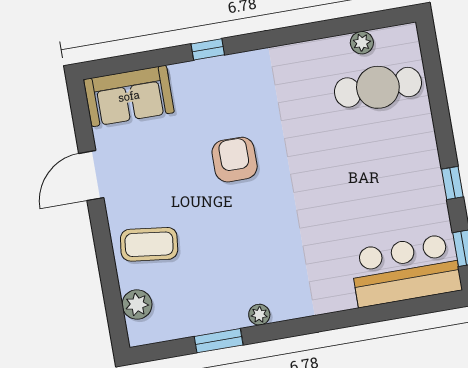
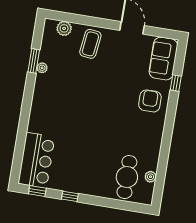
window: (208, 49) -> (176, 83), moved
armchair: (235, 160) -> (150, 101), moved, turned -90
plant: (259, 315) -> (42, 68), moved

